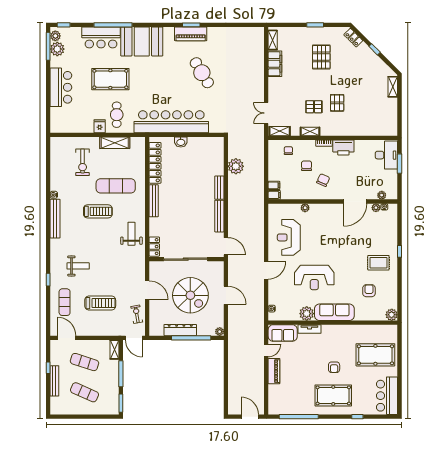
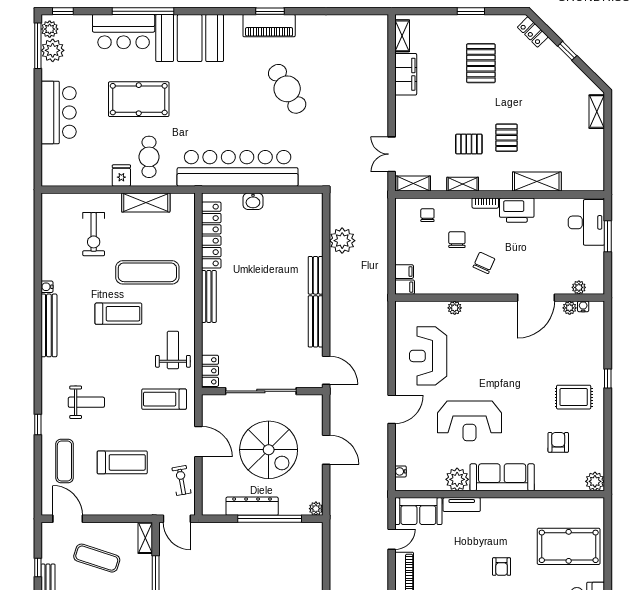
shelving: (356, 130) -> (537, 181), added
treadmill: (126, 264) -> (164, 399), added

